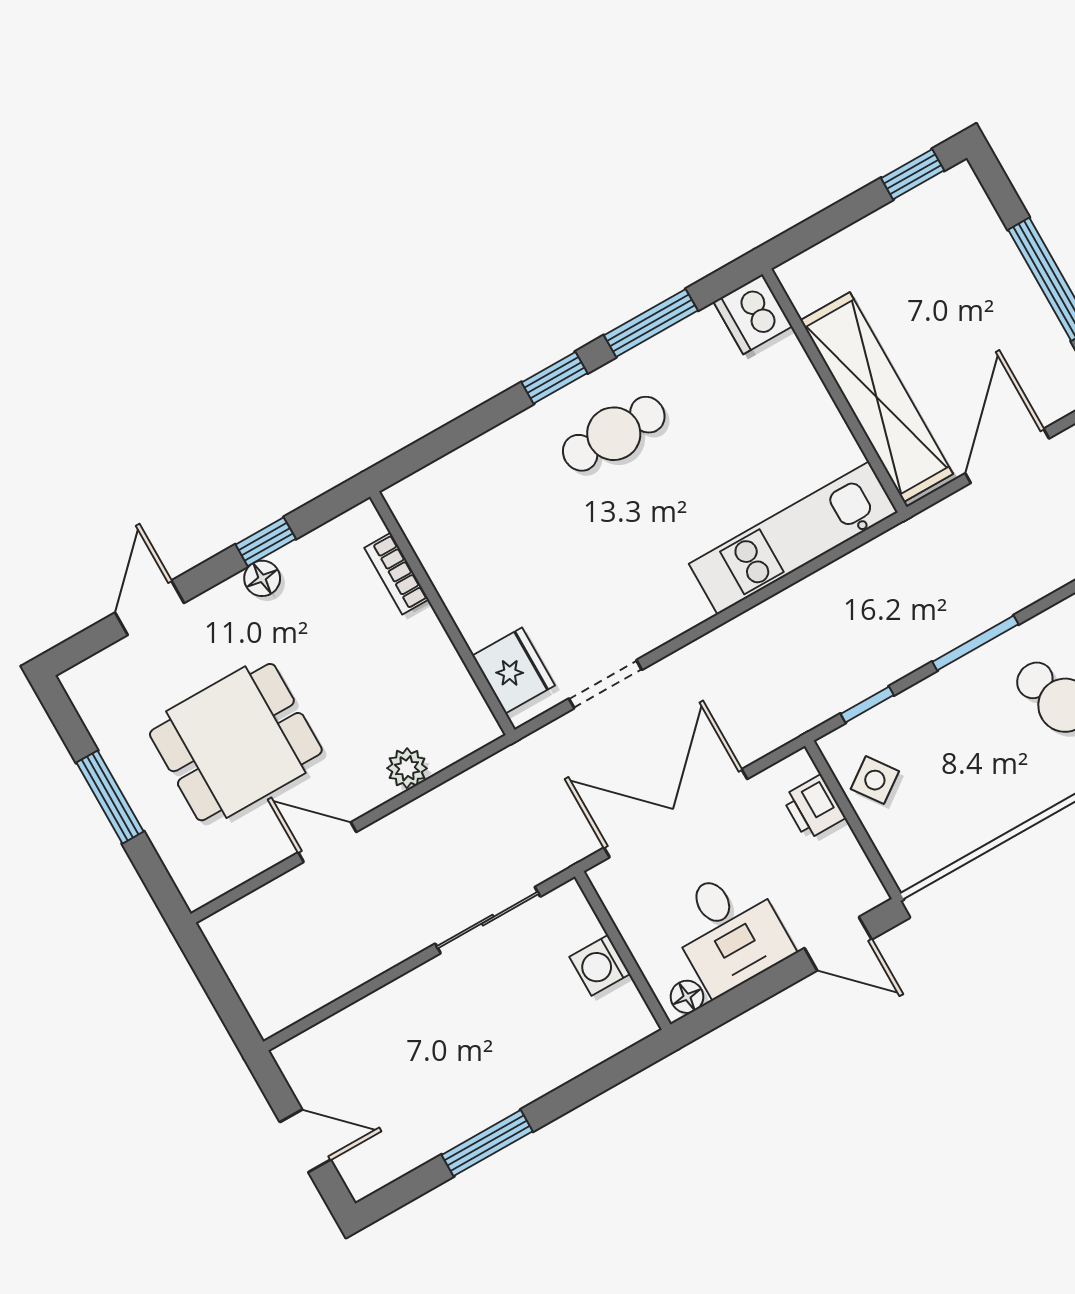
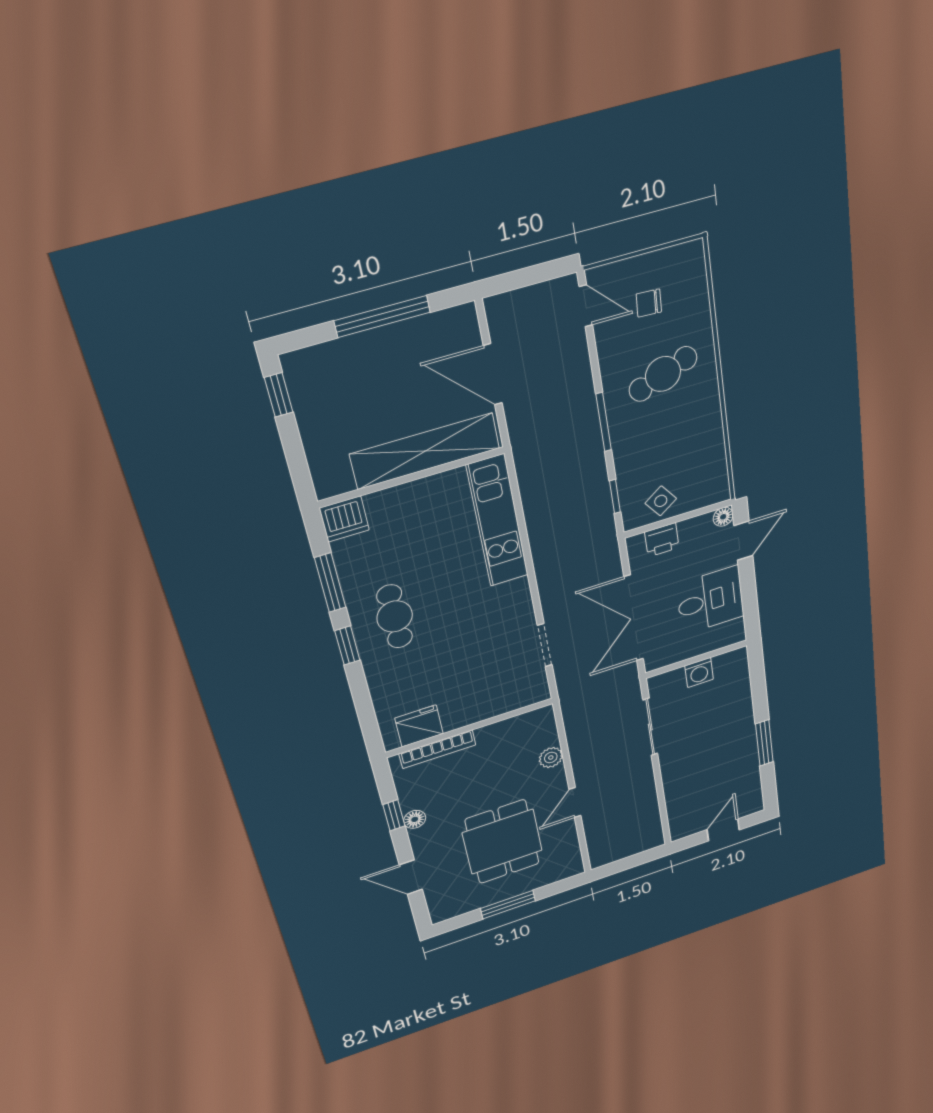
bookcase: (397, 574) -> (437, 749), width x1.56
fridge: (514, 671) -> (419, 726), moved
floor lamp: (687, 997) -> (723, 517), moved

